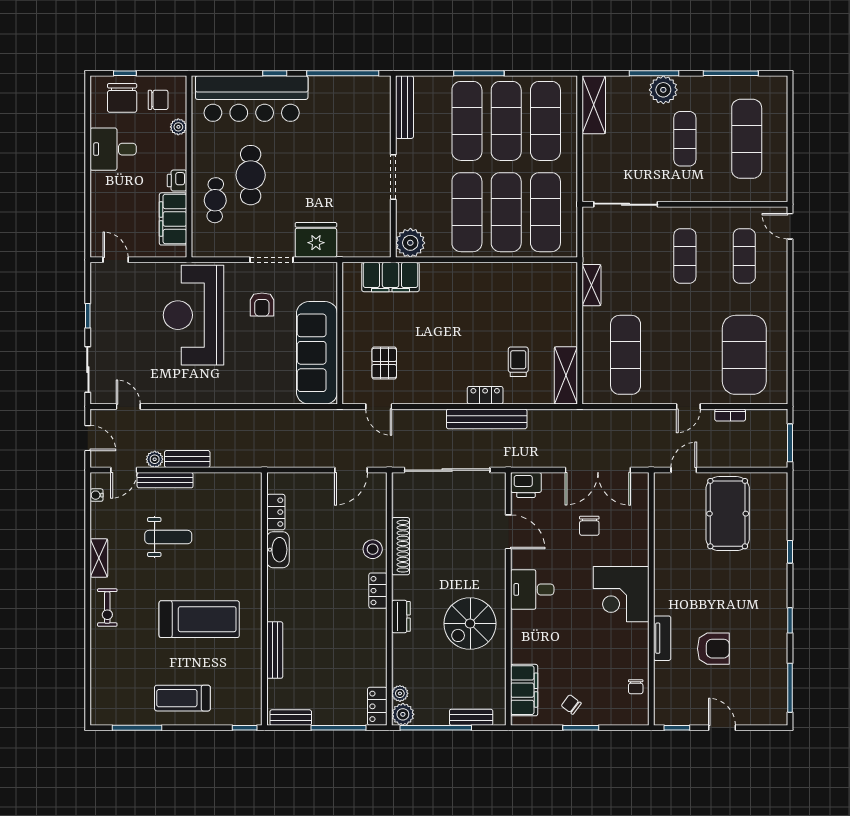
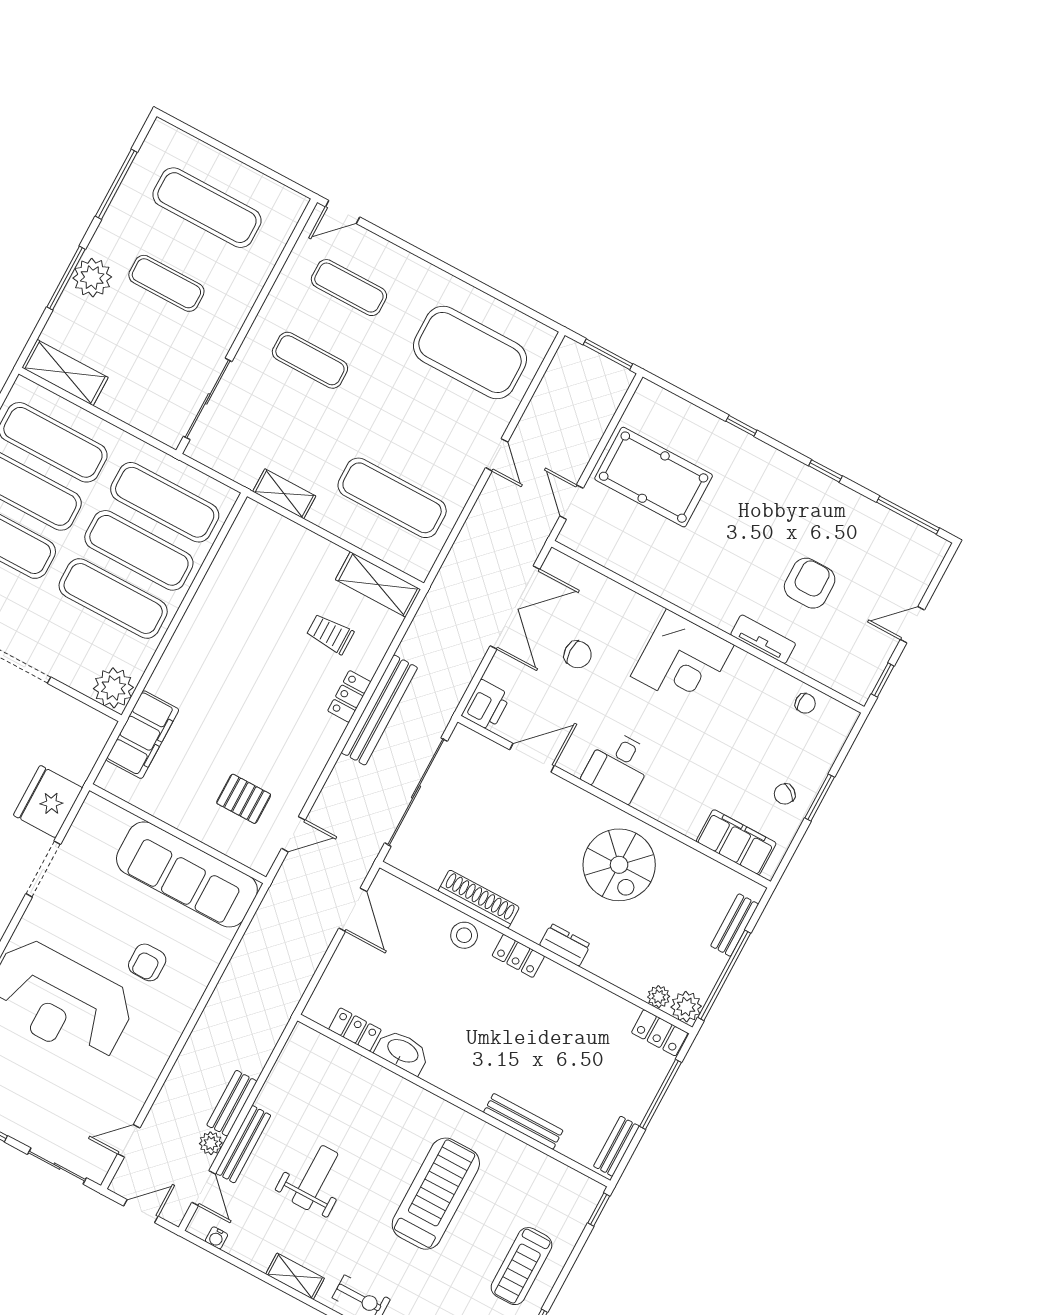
armchair: (262, 304) -> (147, 962), moved, turned 90
bookcase: (730, 415) -> (535, 409), removed

